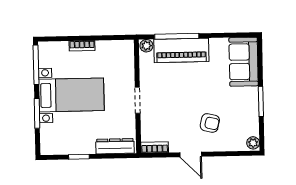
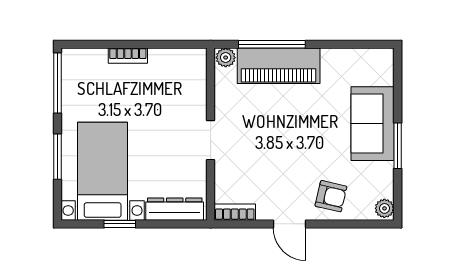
sofa: (244, 62) -> (373, 124), moved
bed with nightstands: (71, 95) -> (103, 171), moved, turned -90
armchair: (210, 123) -> (331, 196), moved

